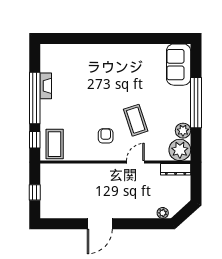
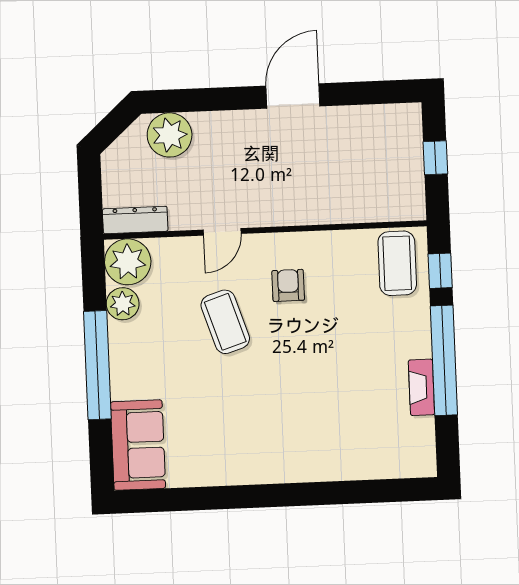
armchair: (106, 136) -> (288, 285), turned 180
plant: (163, 213) -> (170, 135), width x1.87, depth x1.87

